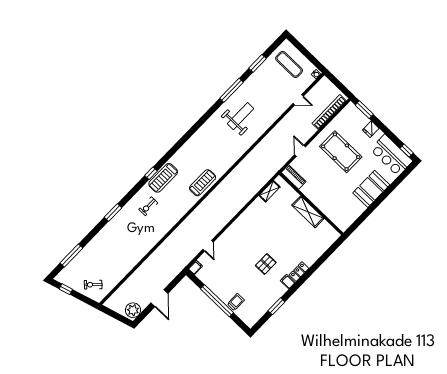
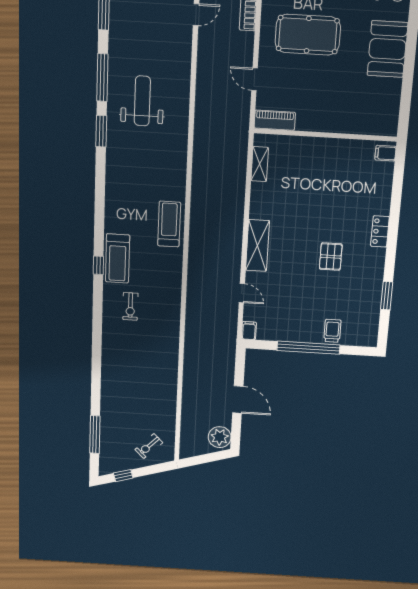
window: (113, 212) -> (101, 131), moved
shelving: (308, 212) -> (258, 245), moved, turned 90
filing cabinet: (288, 282) -> (385, 153), moved

